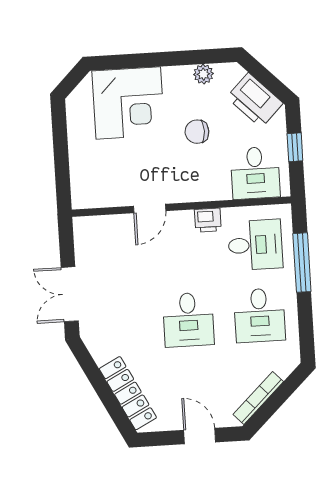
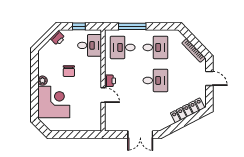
plant: (203, 74) -> (42, 81), moved
printer: (255, 100) -> (58, 38), width x0.53, depth x0.68
printer: (208, 220) -> (110, 81), moved
desk: (255, 245) -> (123, 47), turned -90
door: (200, 436) -> (209, 78), swing flipped

